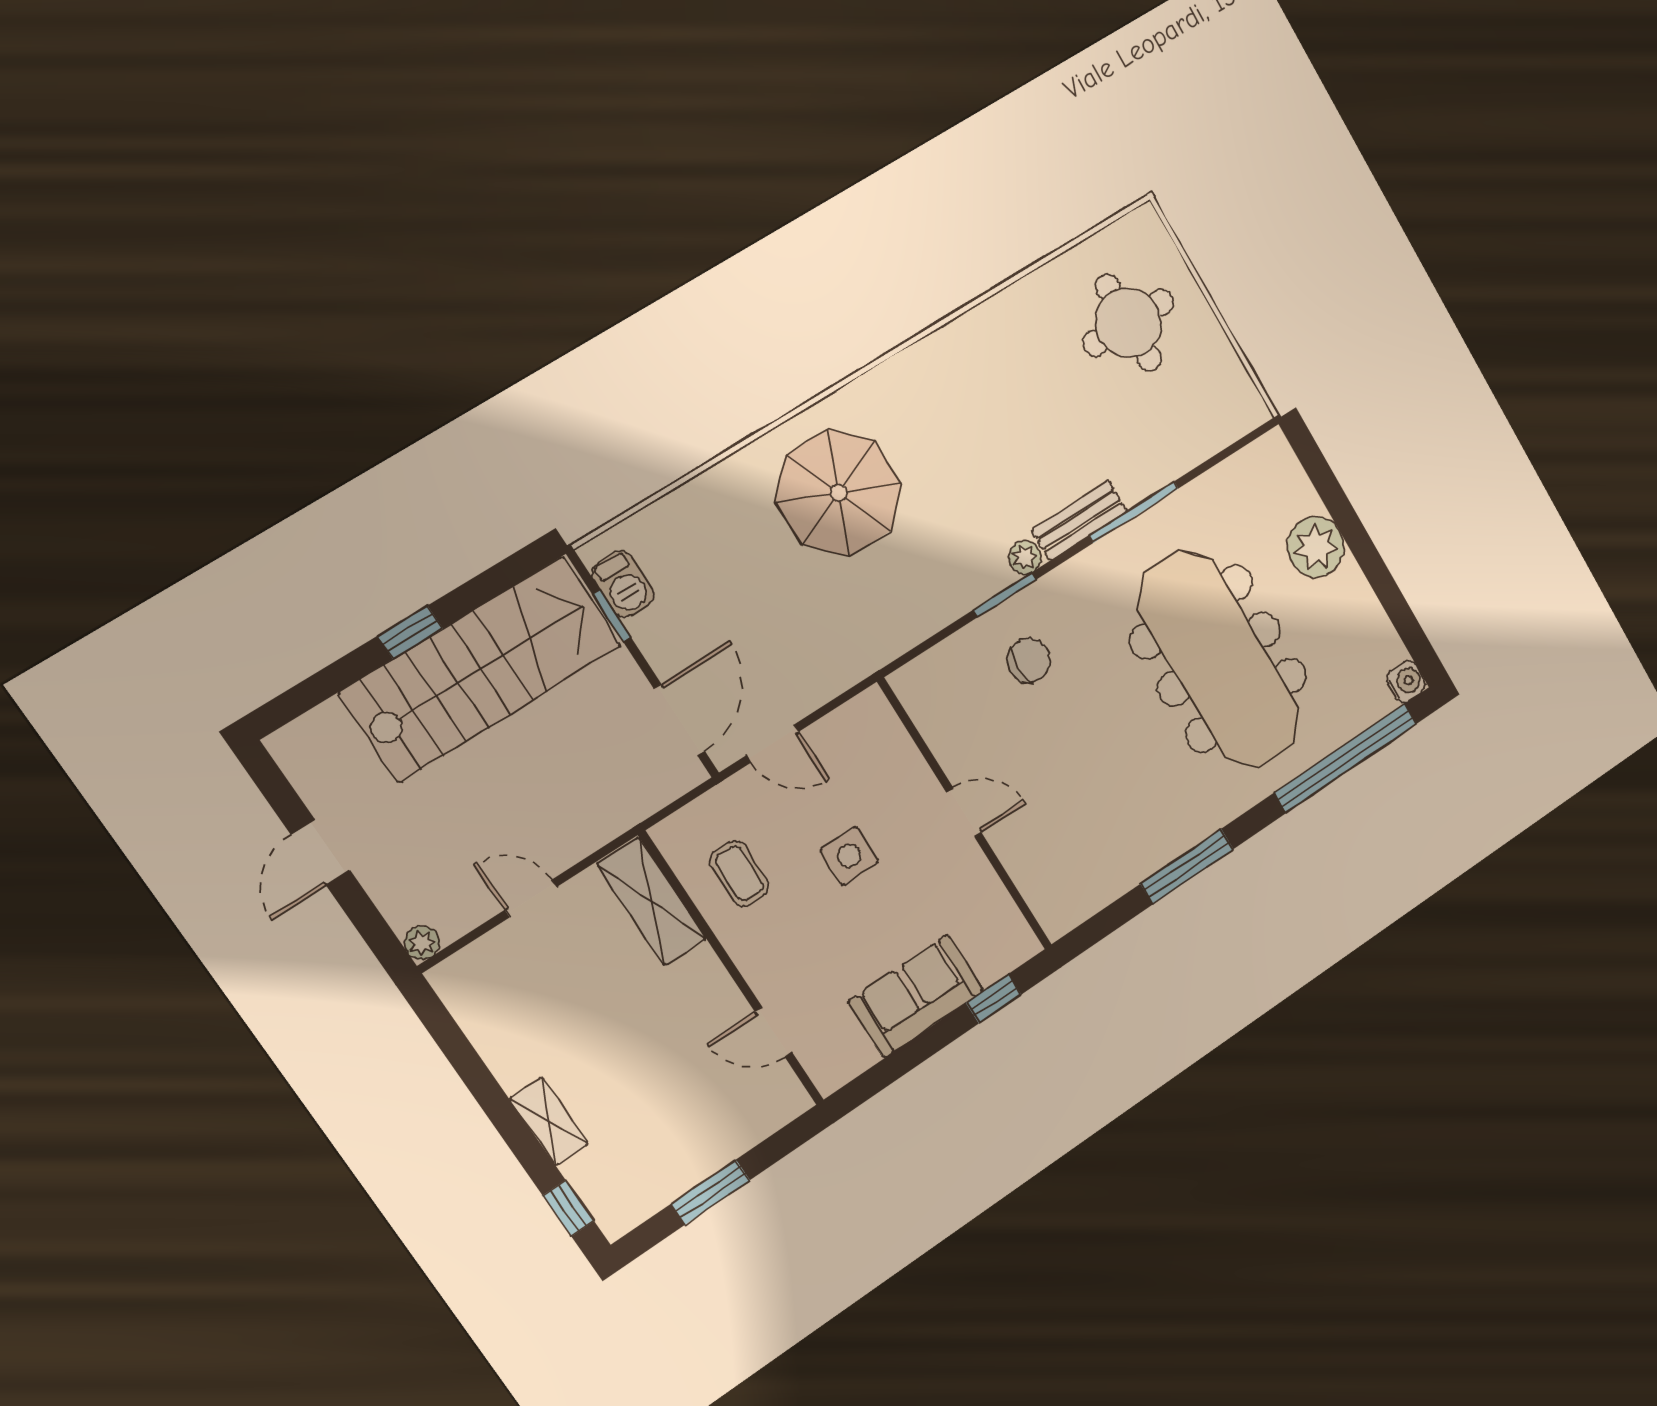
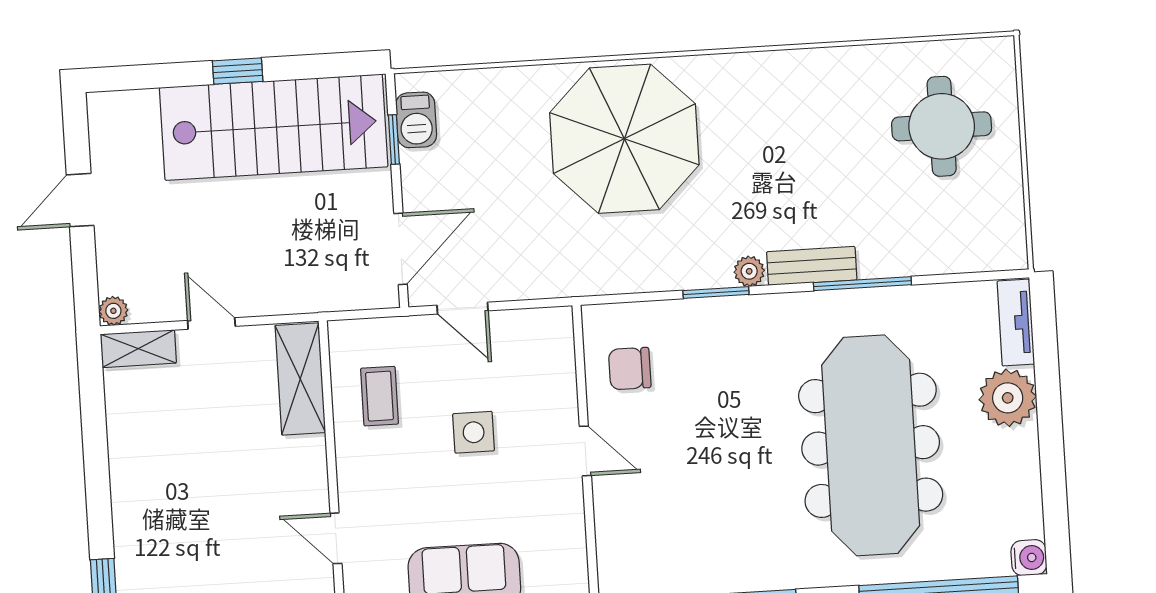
tv unit: (1288, 473) -> (1016, 323), added
parasol: (839, 493) -> (624, 139), width x1.36, depth x1.36
chair: (1029, 660) -> (630, 369), moved, turned 180
shelving: (549, 1121) -> (138, 349), moved, turned 90

